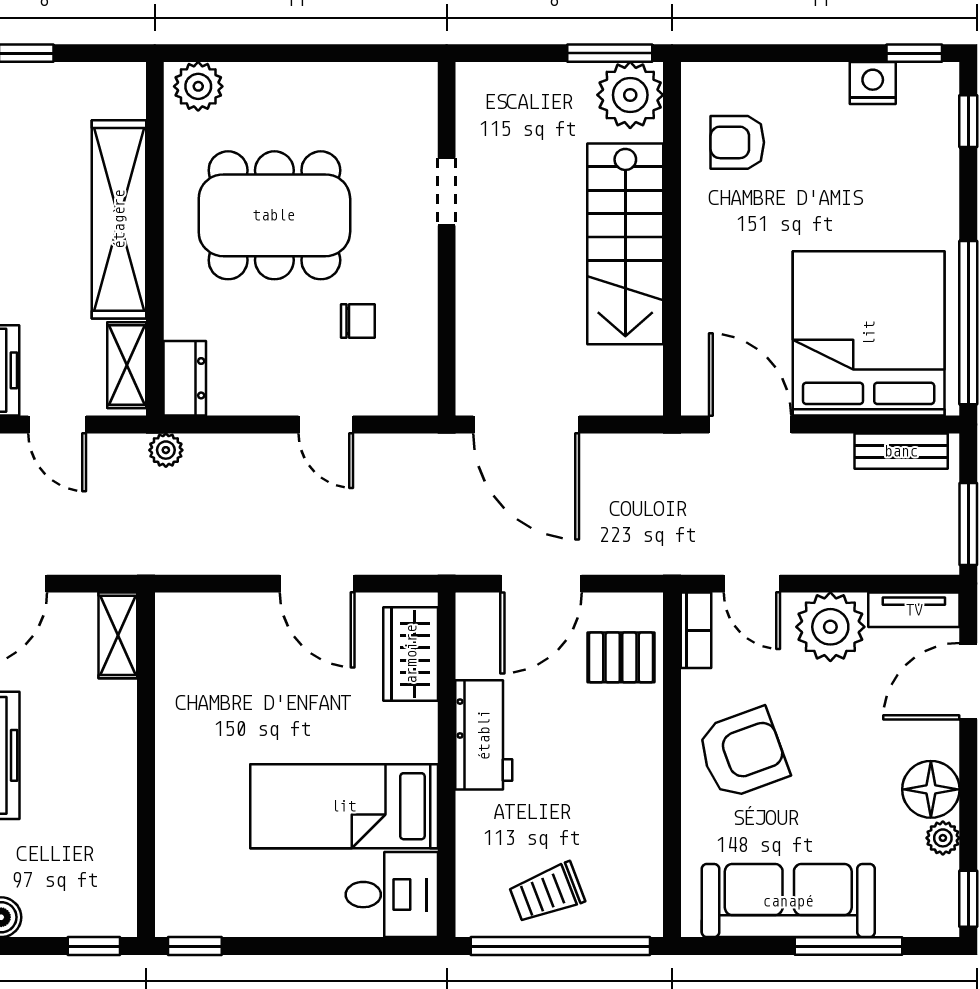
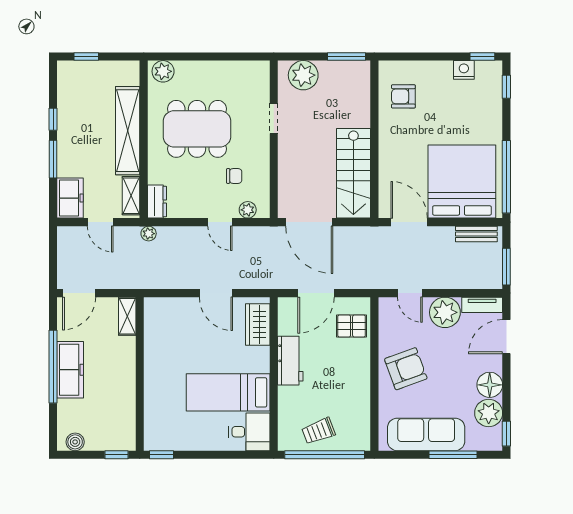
plant: (630, 95) -> (303, 75), moved
stairs: (625, 244) -> (353, 173), moved
plant: (388, 397) -> (248, 210), added
bookcase: (696, 630) -> (385, 314), removed
plant: (943, 838) -> (489, 413), width x1.88, depth x1.88

